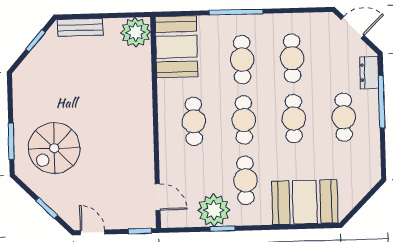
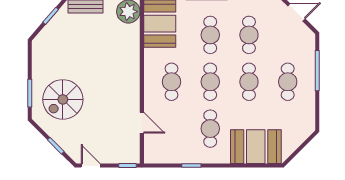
dresser: (369, 72) -> (308, 48), removed
door: (158, 197) -> (142, 123), moved
plant: (214, 210) -> (185, 151), removed

